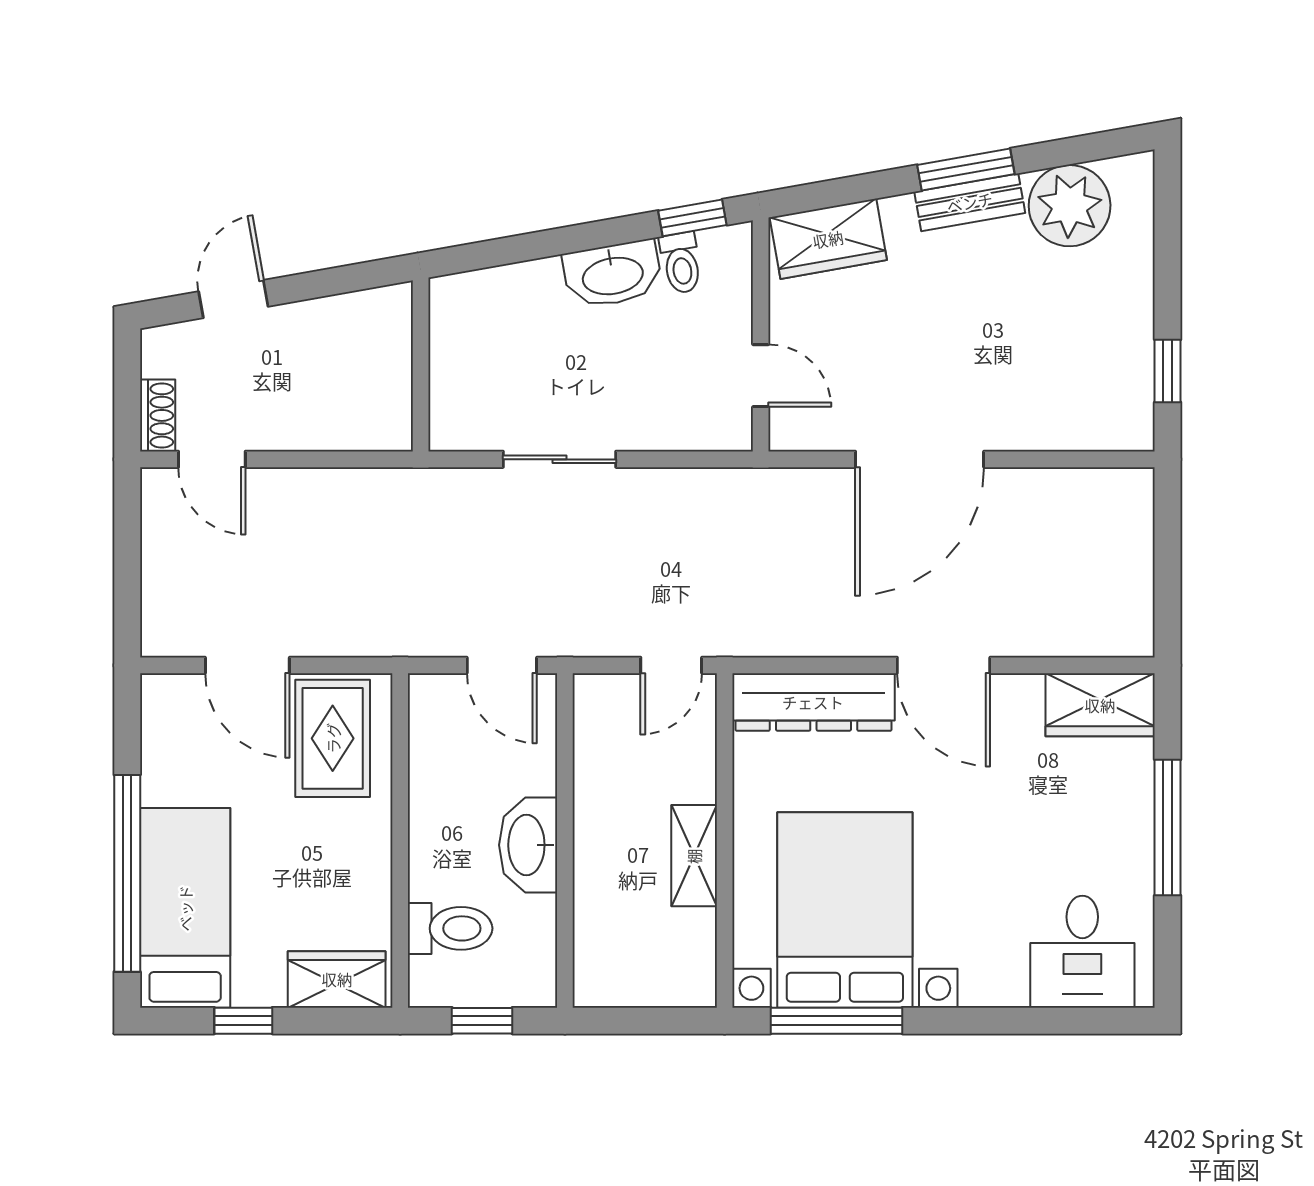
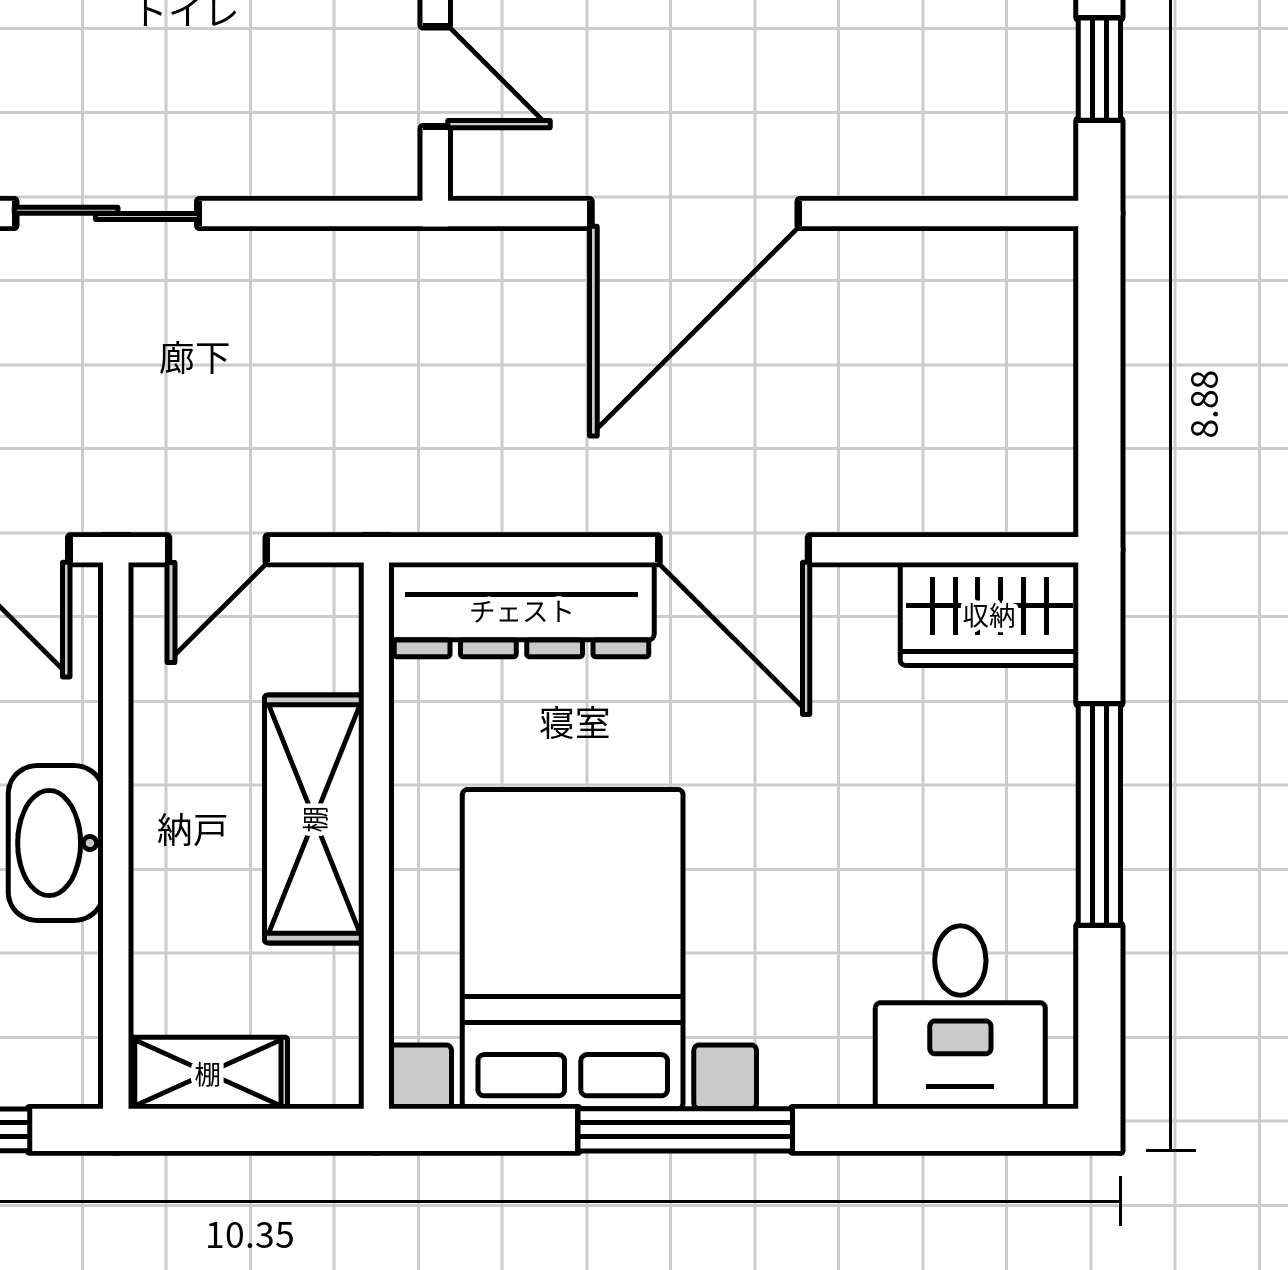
door: (671, 665) -> (217, 550), moved
shelving: (694, 856) -> (314, 819), width x1.50, depth x1.33
shelving: (621, 986) -> (208, 1073), added
window: (837, 1021) -> (685, 1130), moved

